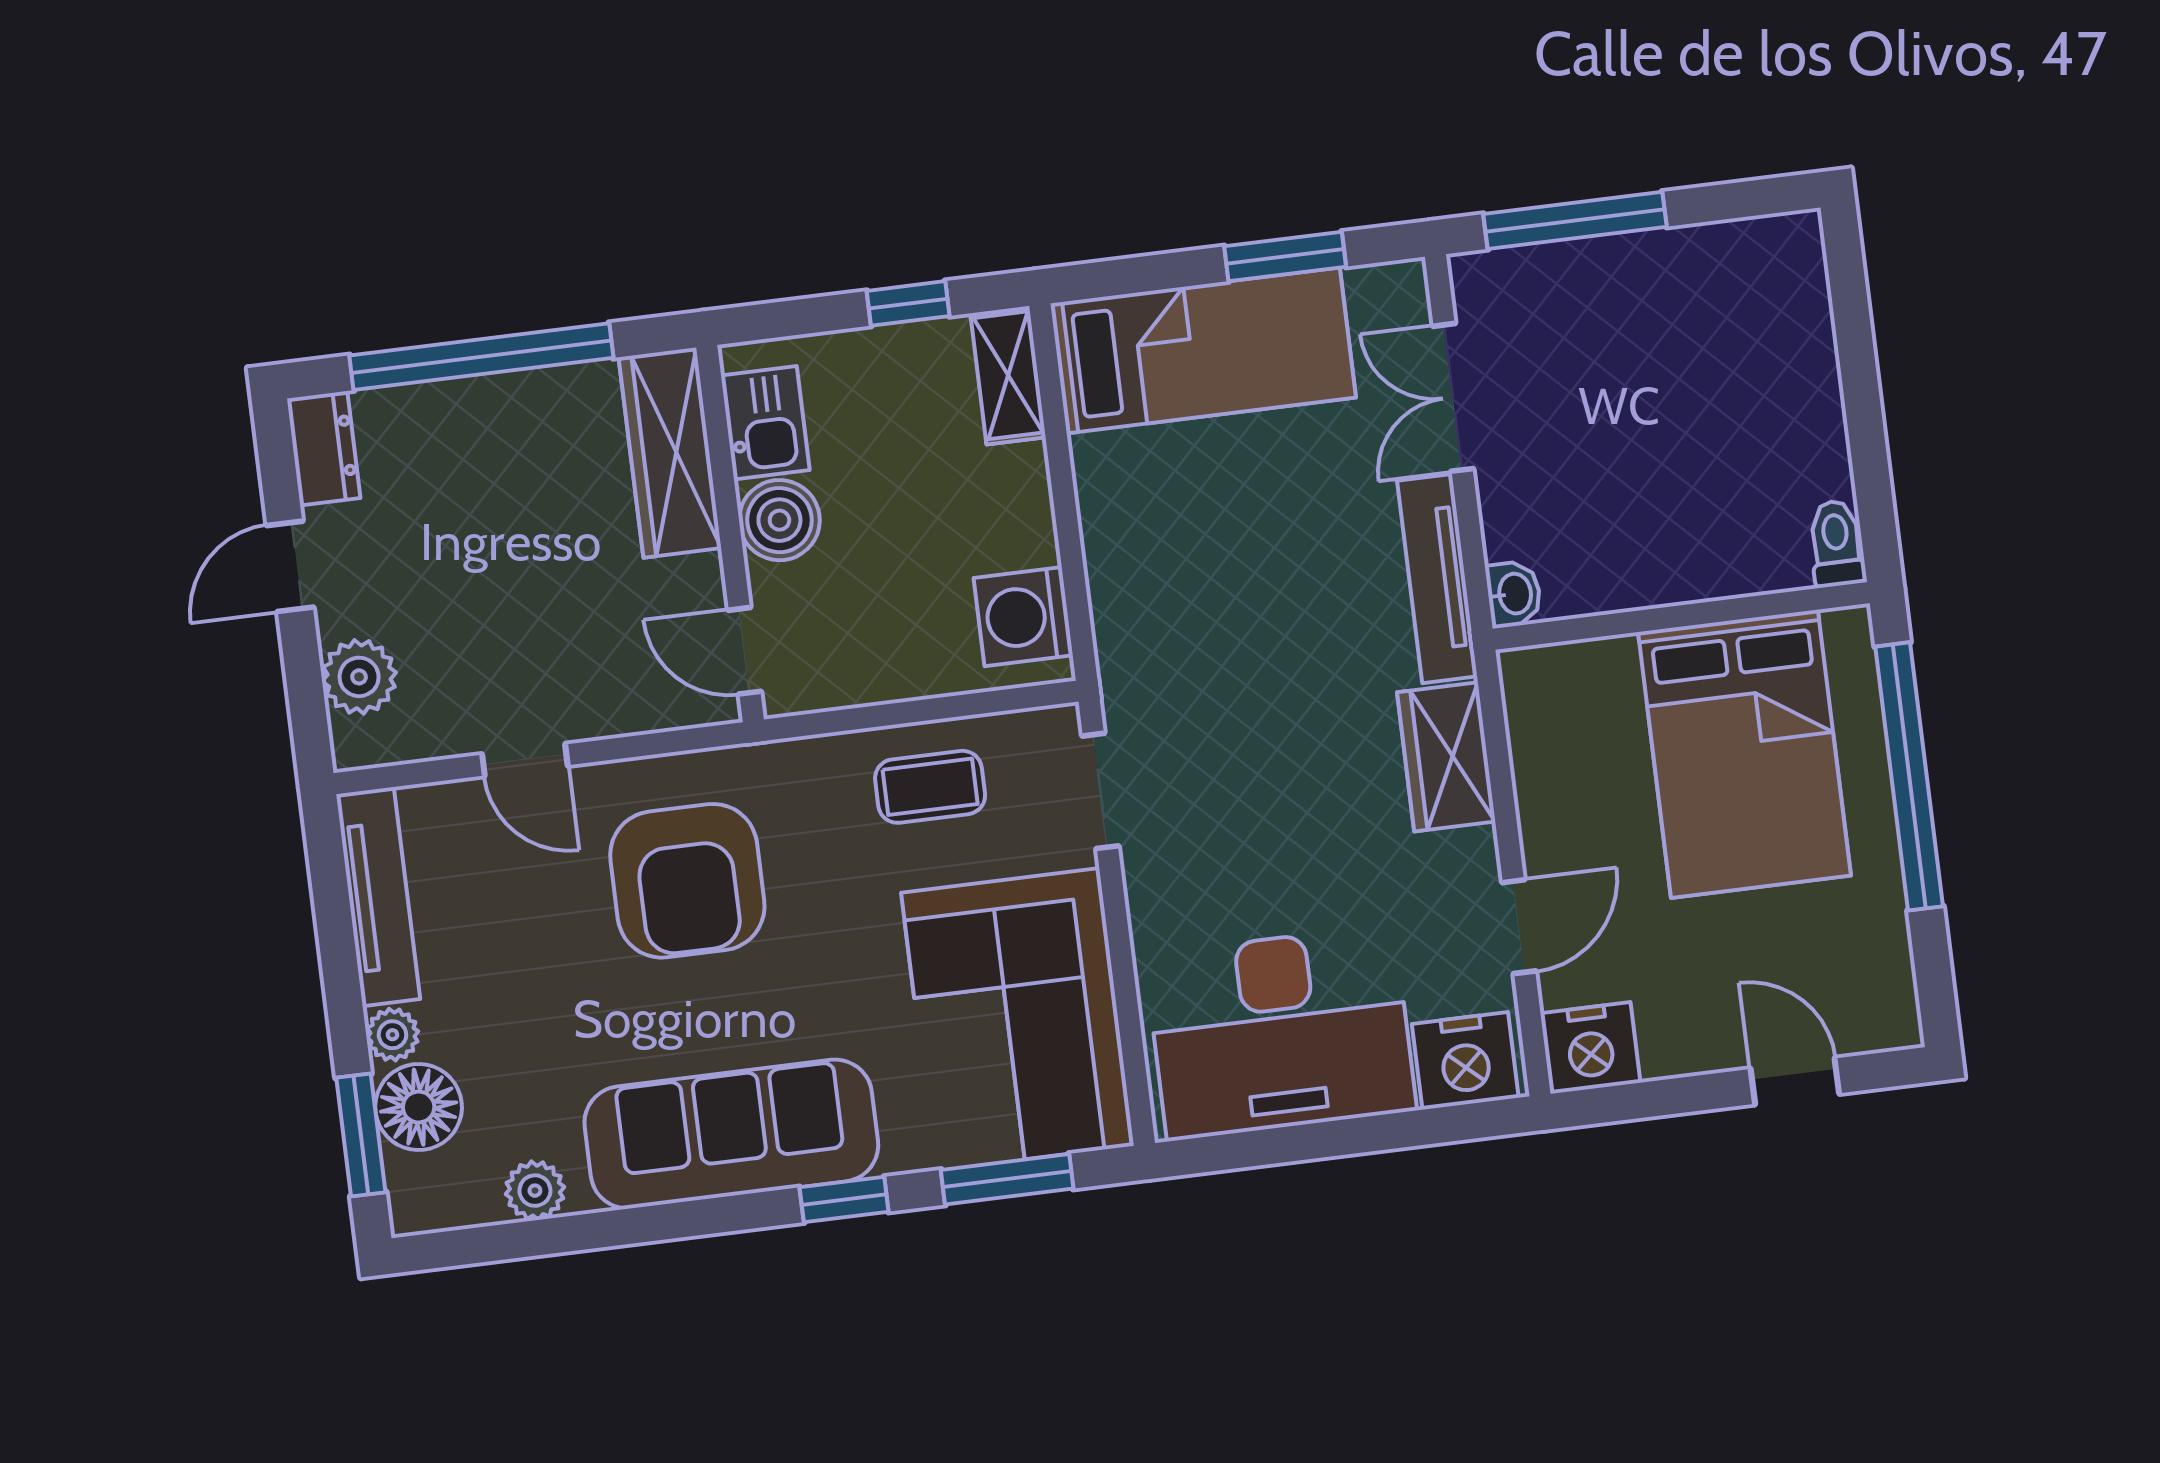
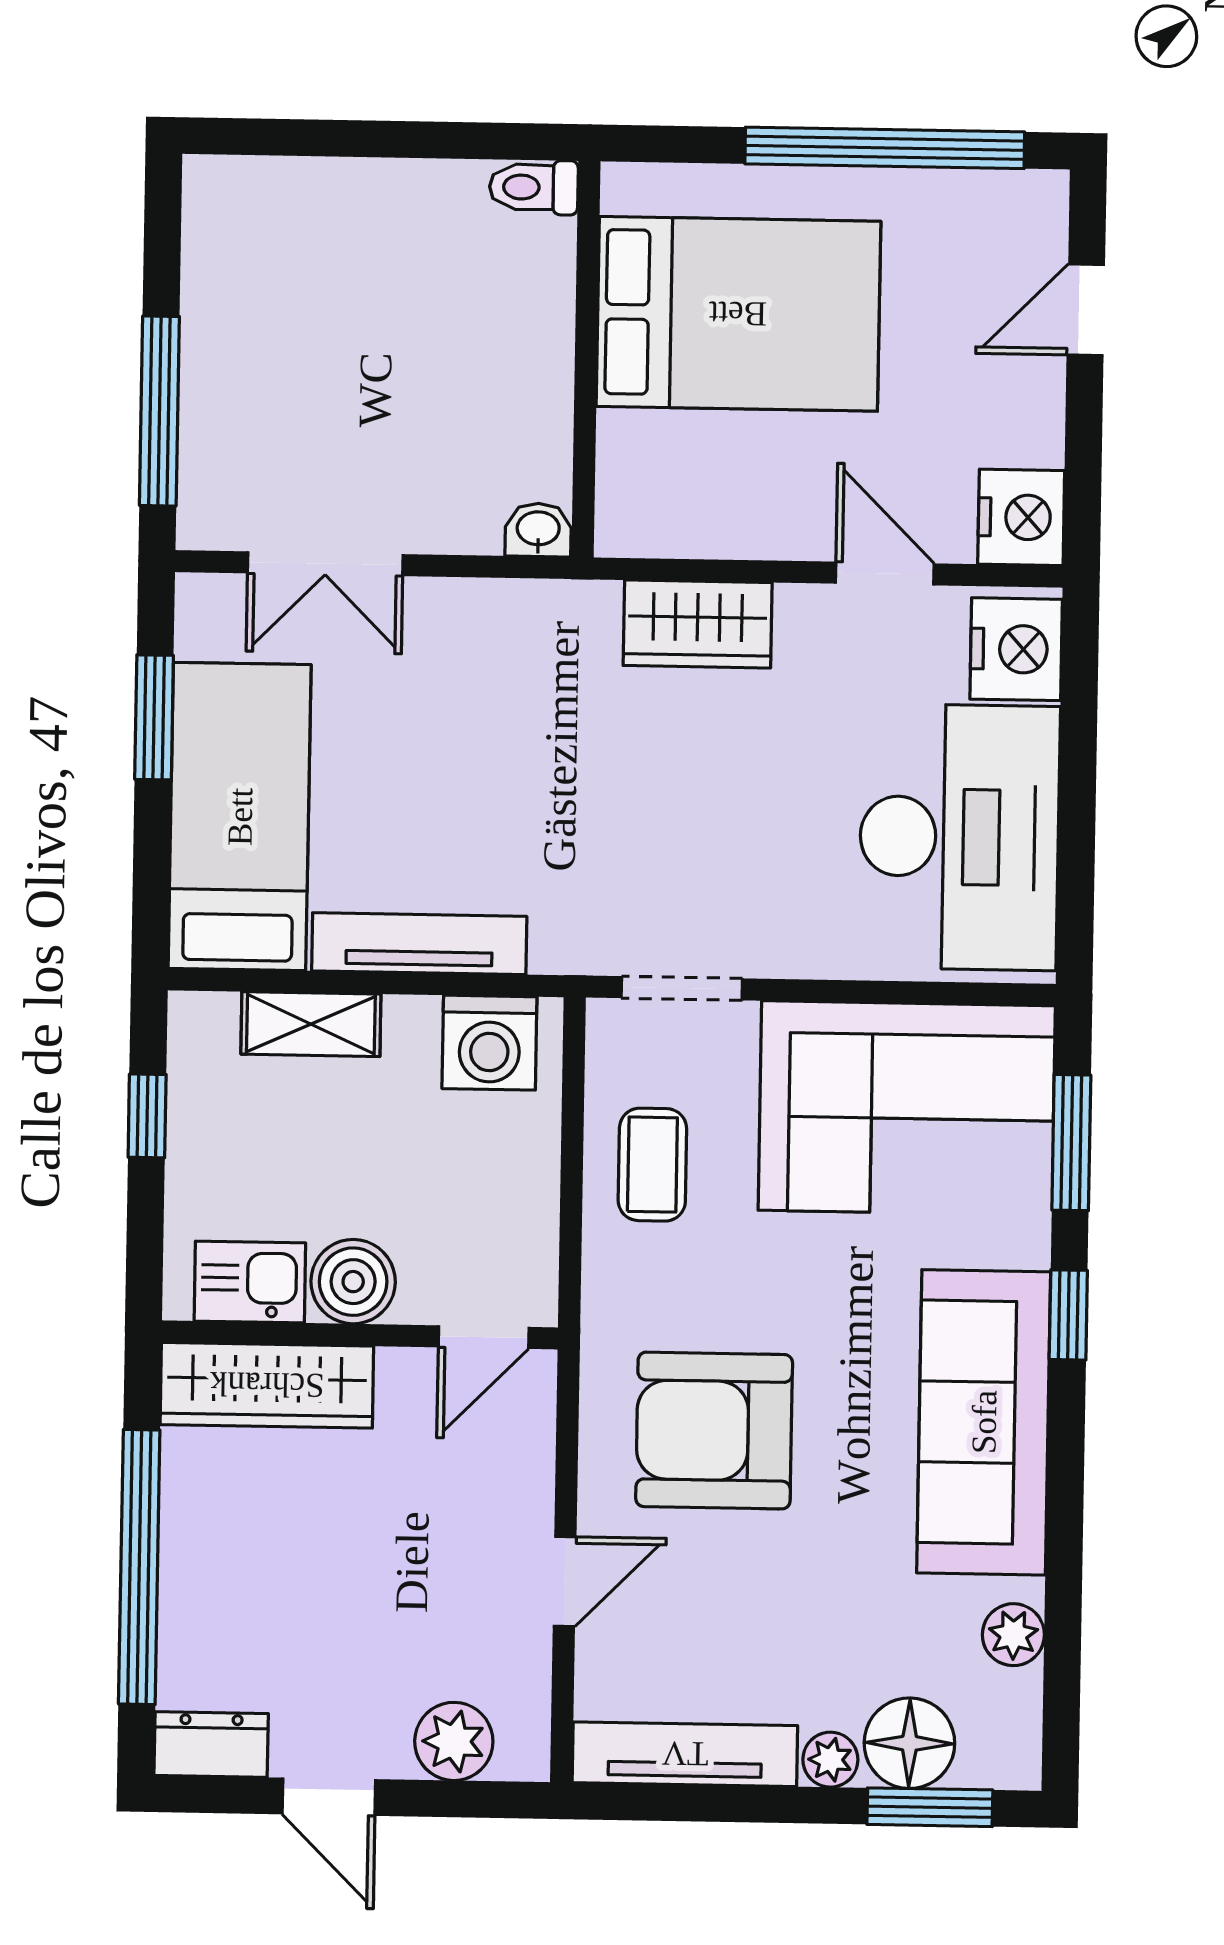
shelving: (1008, 375) -> (311, 1024), moved
tv unit: (1437, 579) -> (419, 944), moved, turned 180
window: (1909, 776) -> (885, 148), moved
armchair: (687, 881) -> (714, 1431), turned 180

